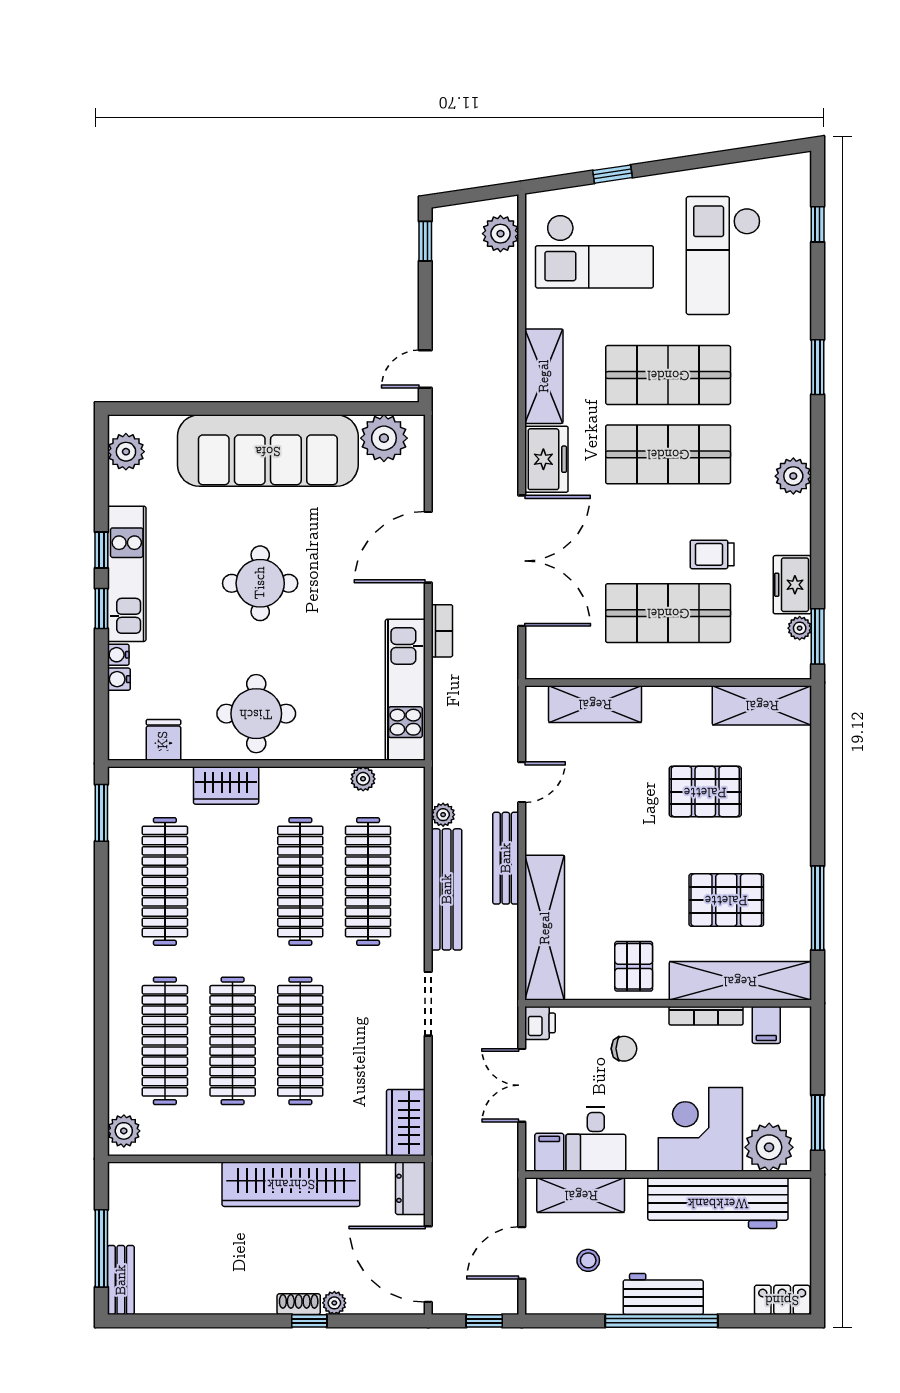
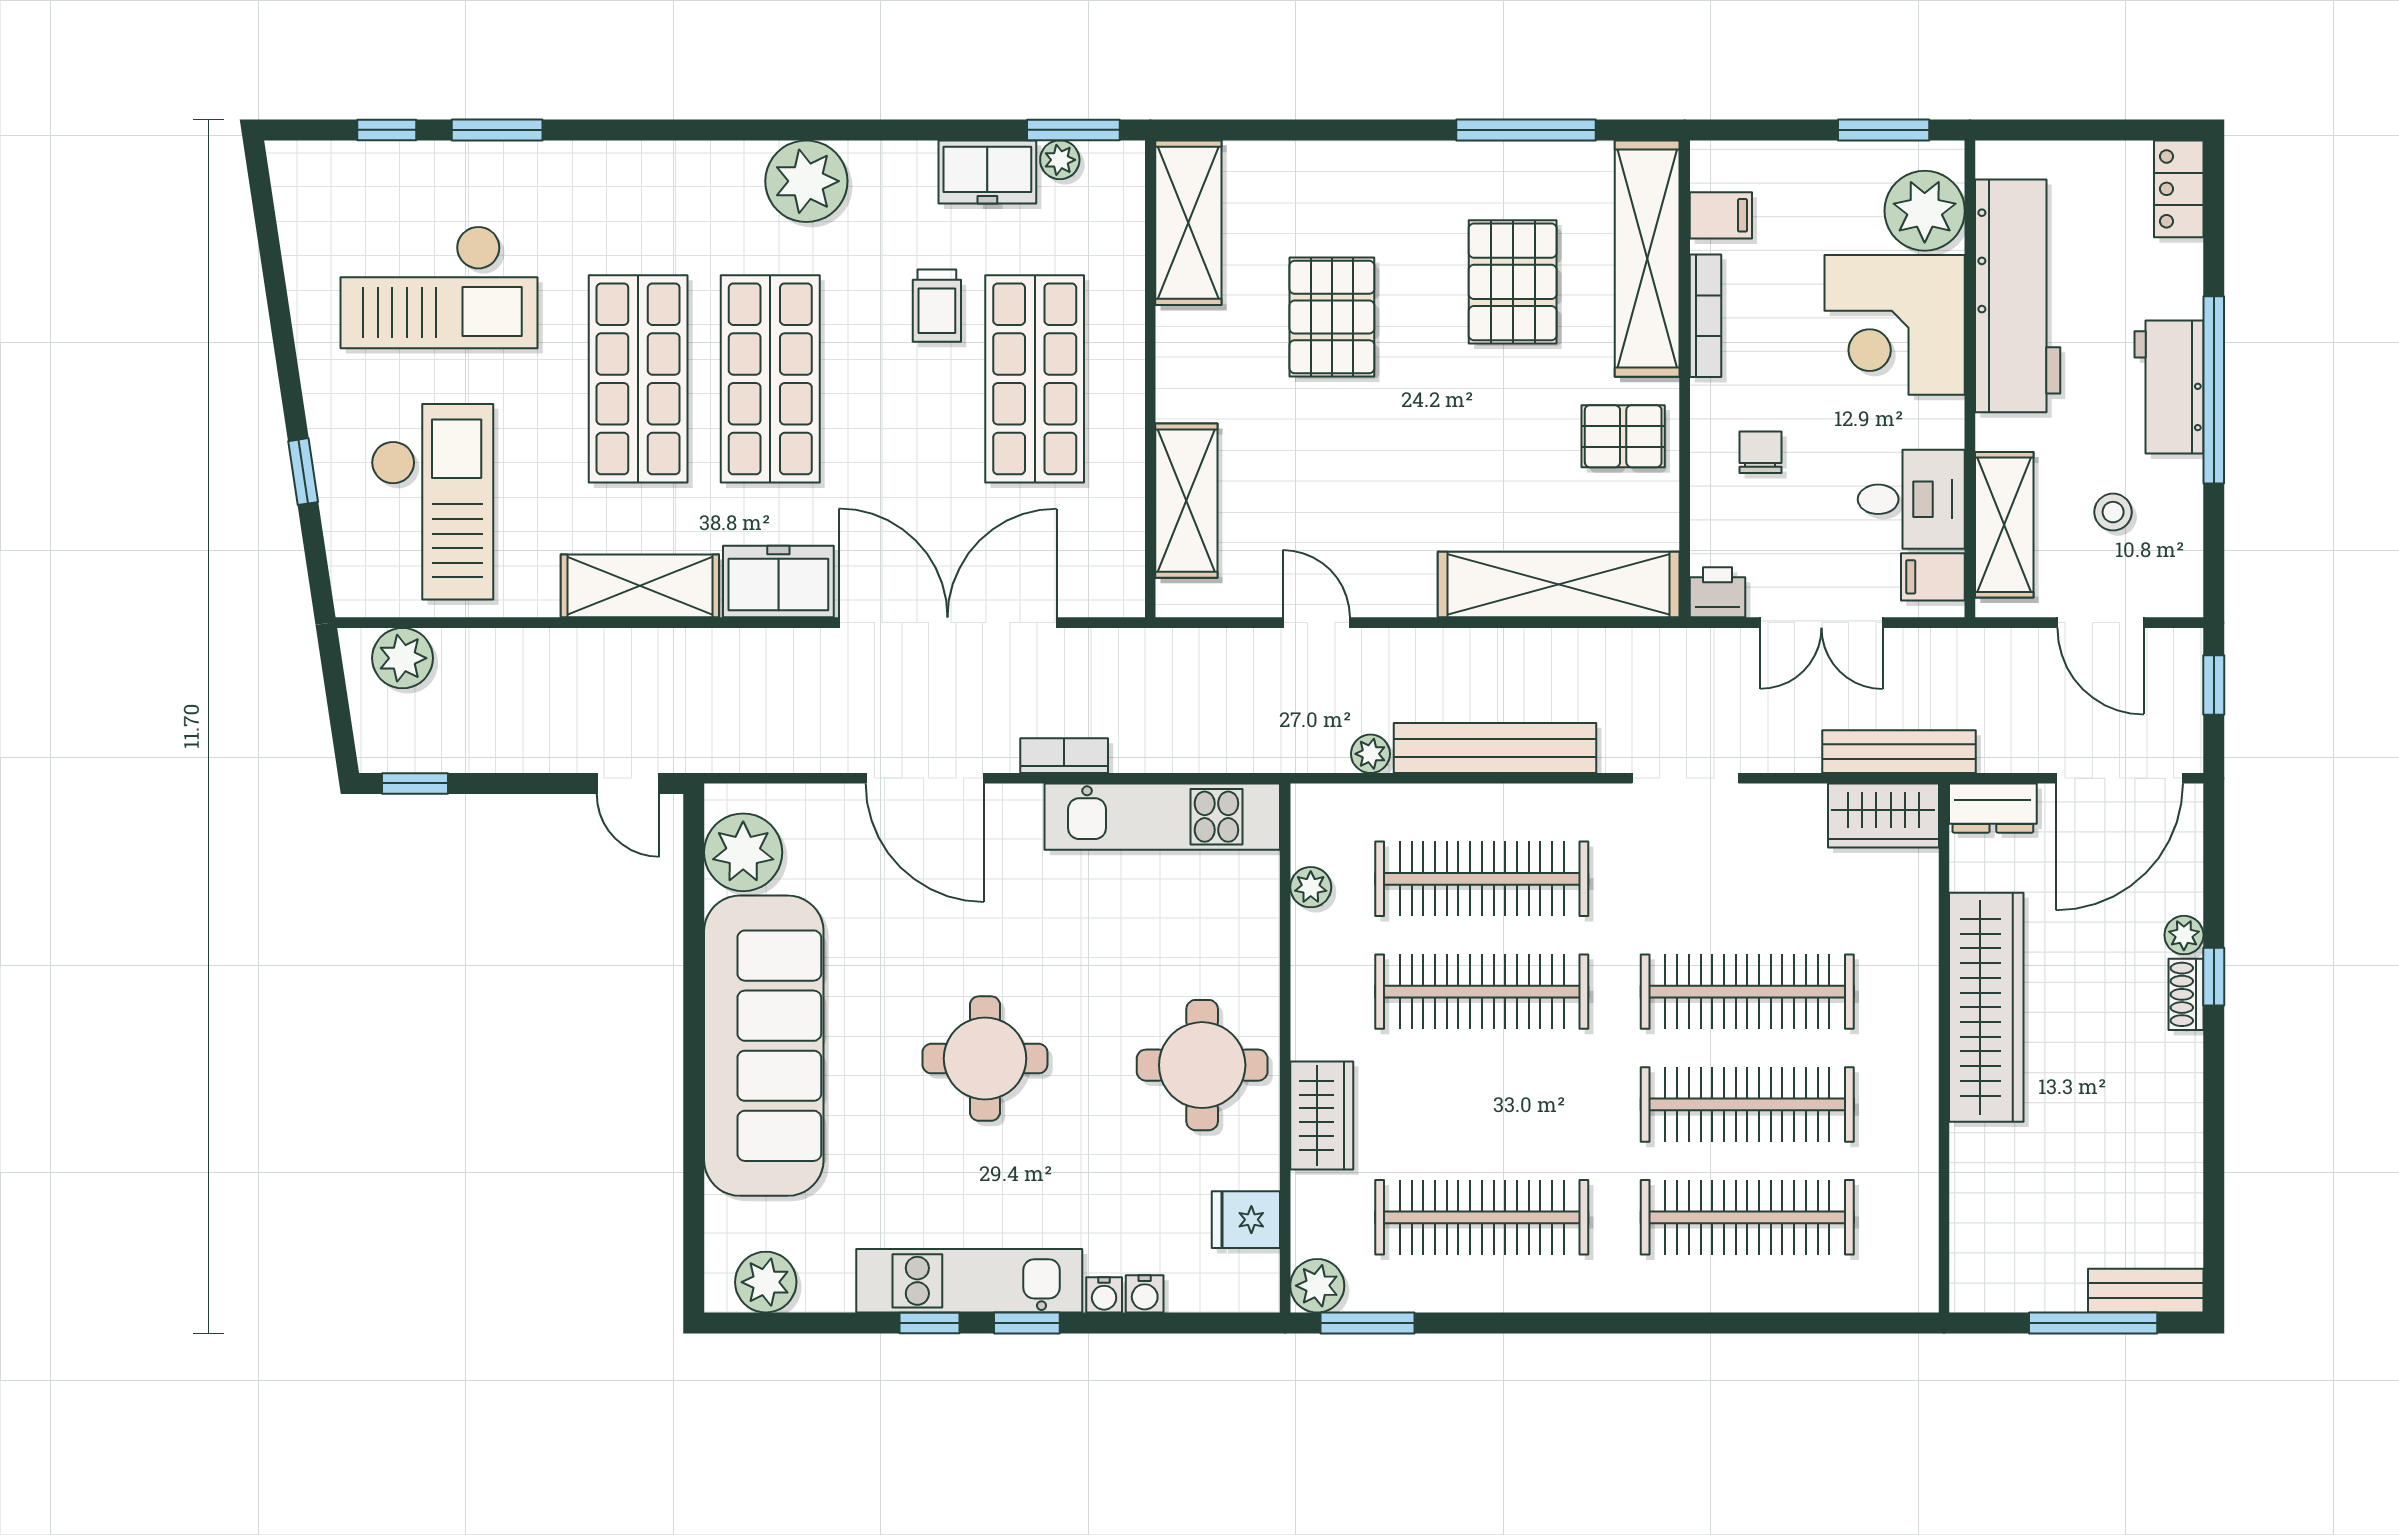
window: (818, 367) -> (497, 130), moved
plant: (793, 476) -> (806, 181), width x1.36, depth x1.36
bench: (506, 858) -> (1899, 752), moved
plant: (124, 1131) -> (1317, 1286), moved

